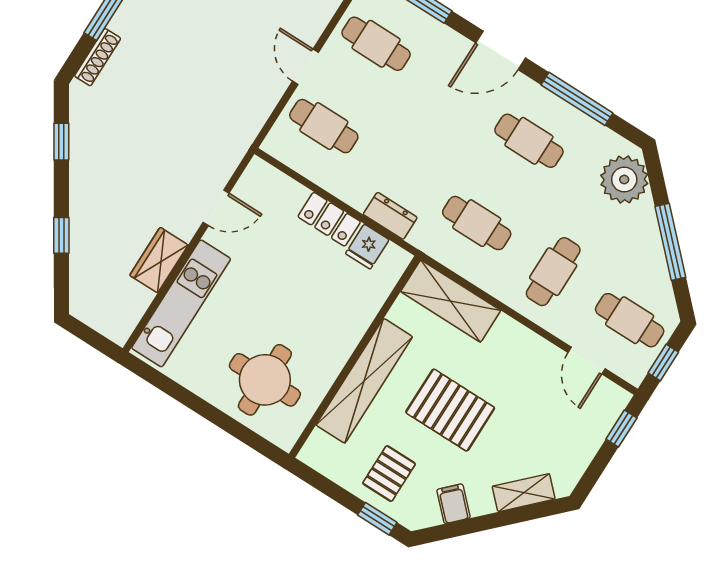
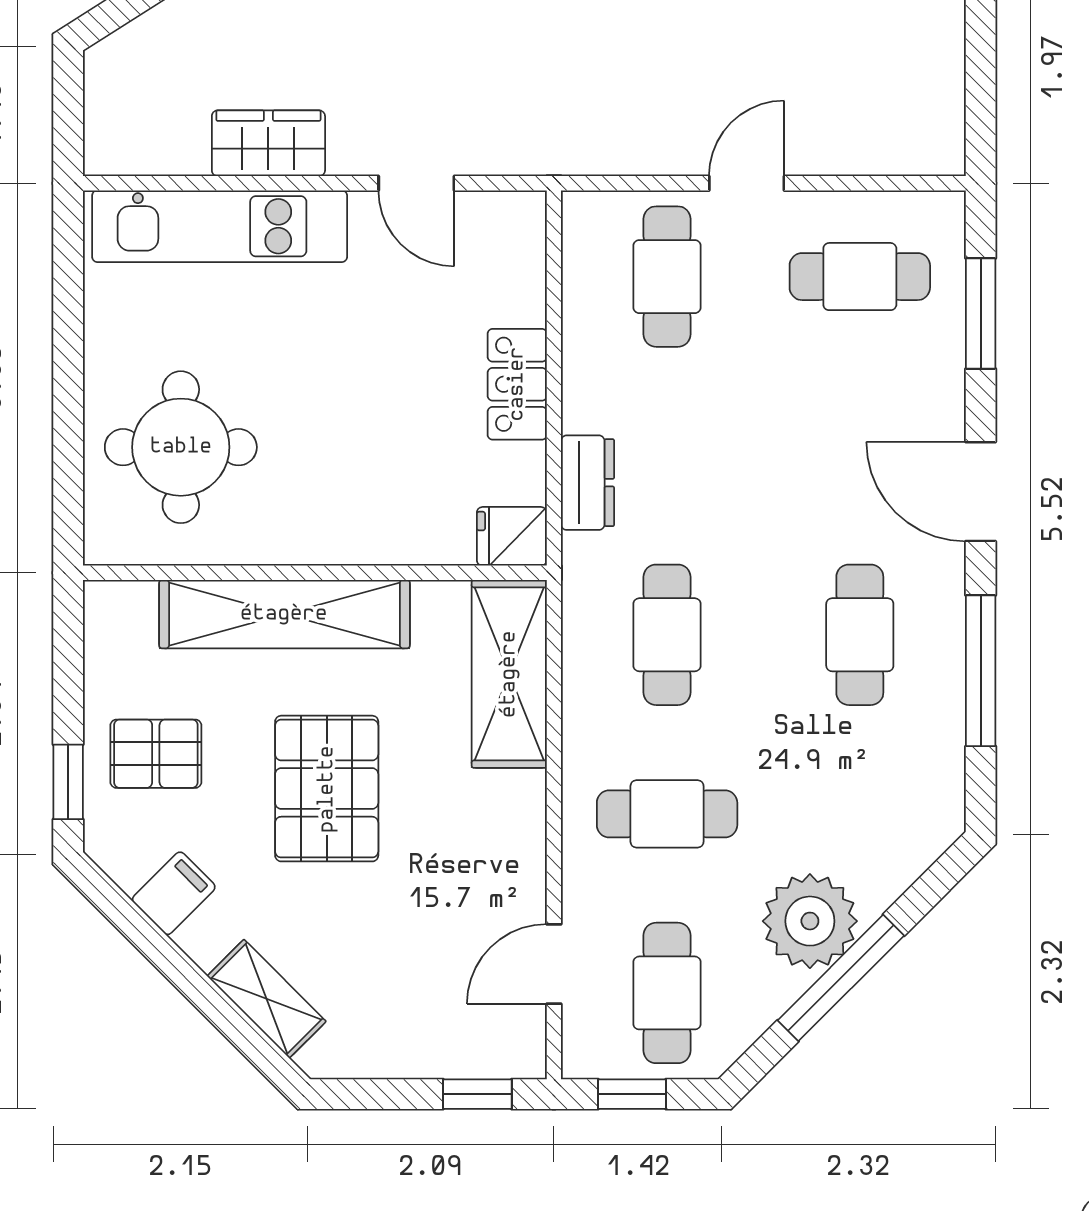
cafe table: (376, 44) -> (860, 277), turned 90
plant: (624, 180) -> (810, 921), moved
fridge: (367, 247) -> (512, 536), moved

